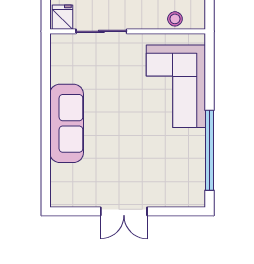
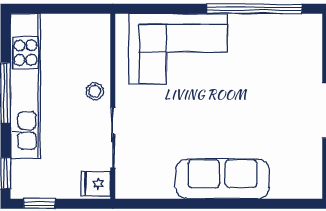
stool: (175, 19) -> (95, 91), moved

